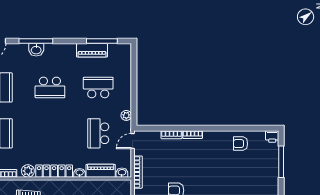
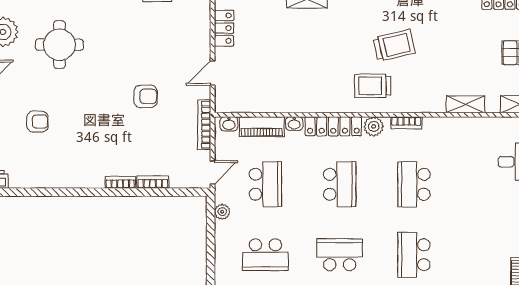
school desk: (50, 133) -> (340, 184), added
armchair: (240, 144) -> (38, 122), moved

